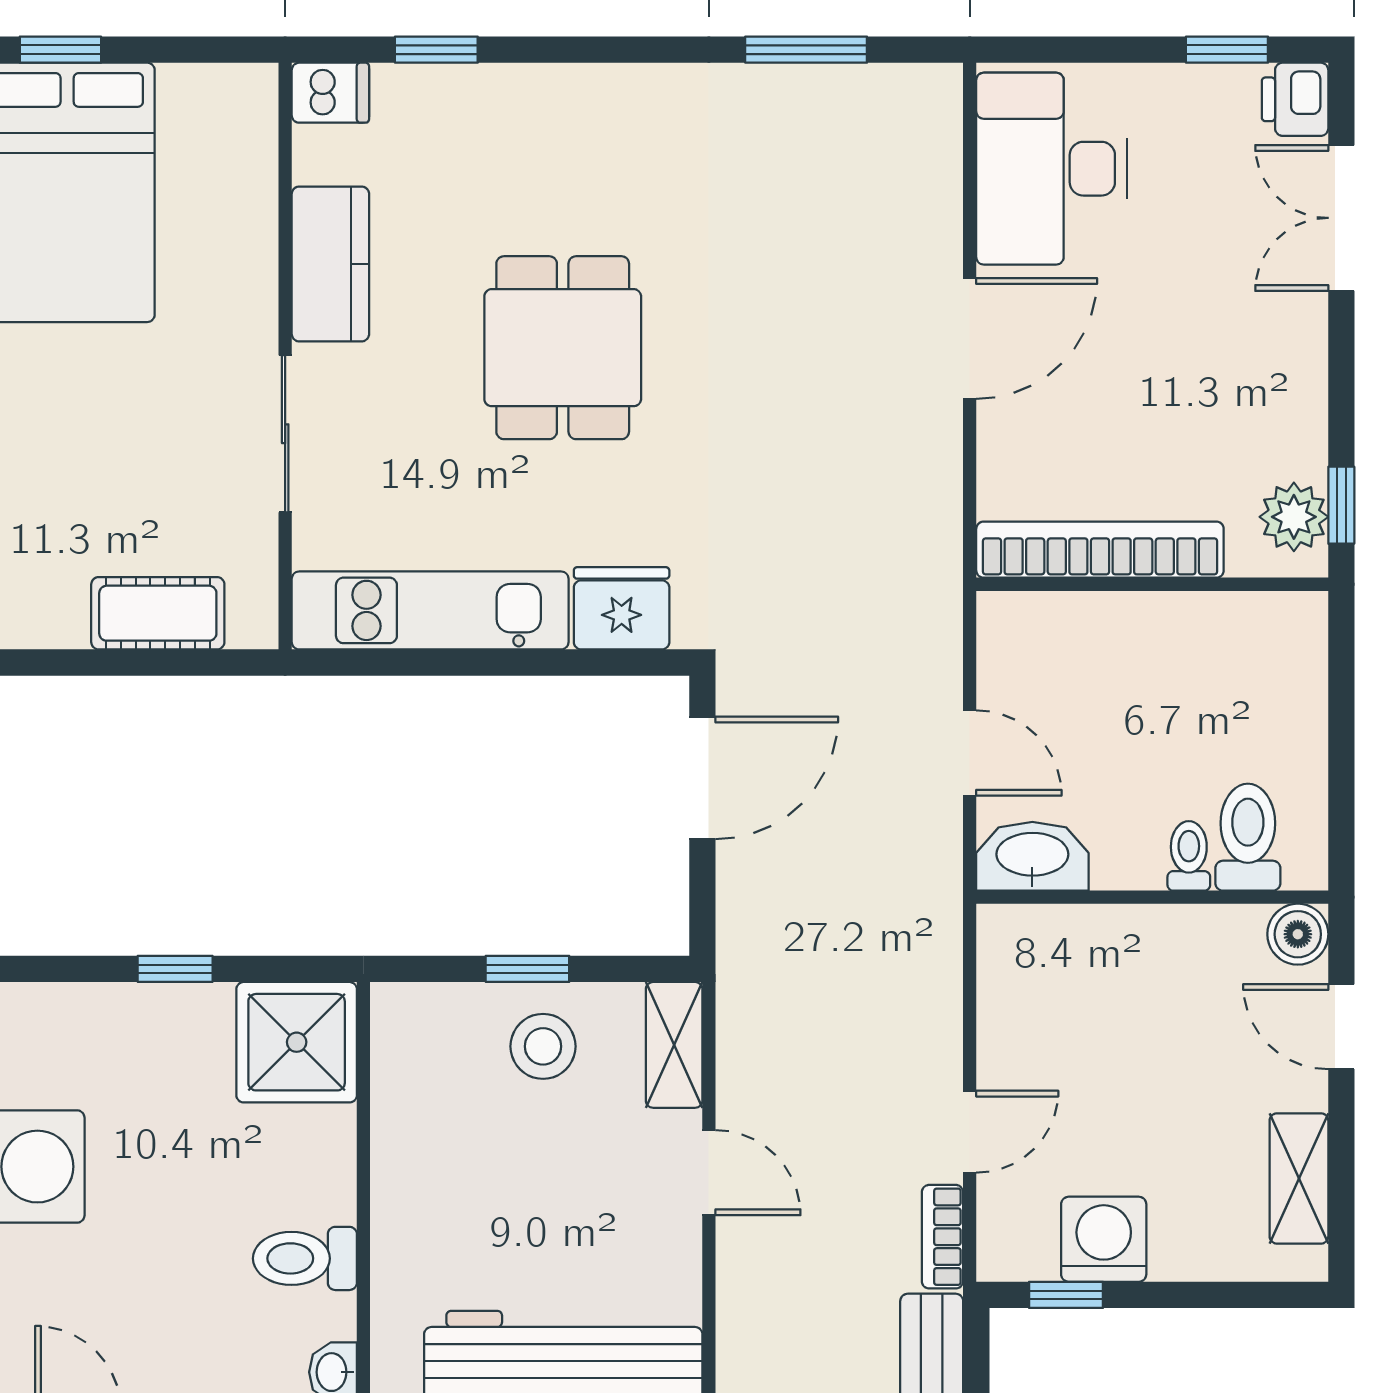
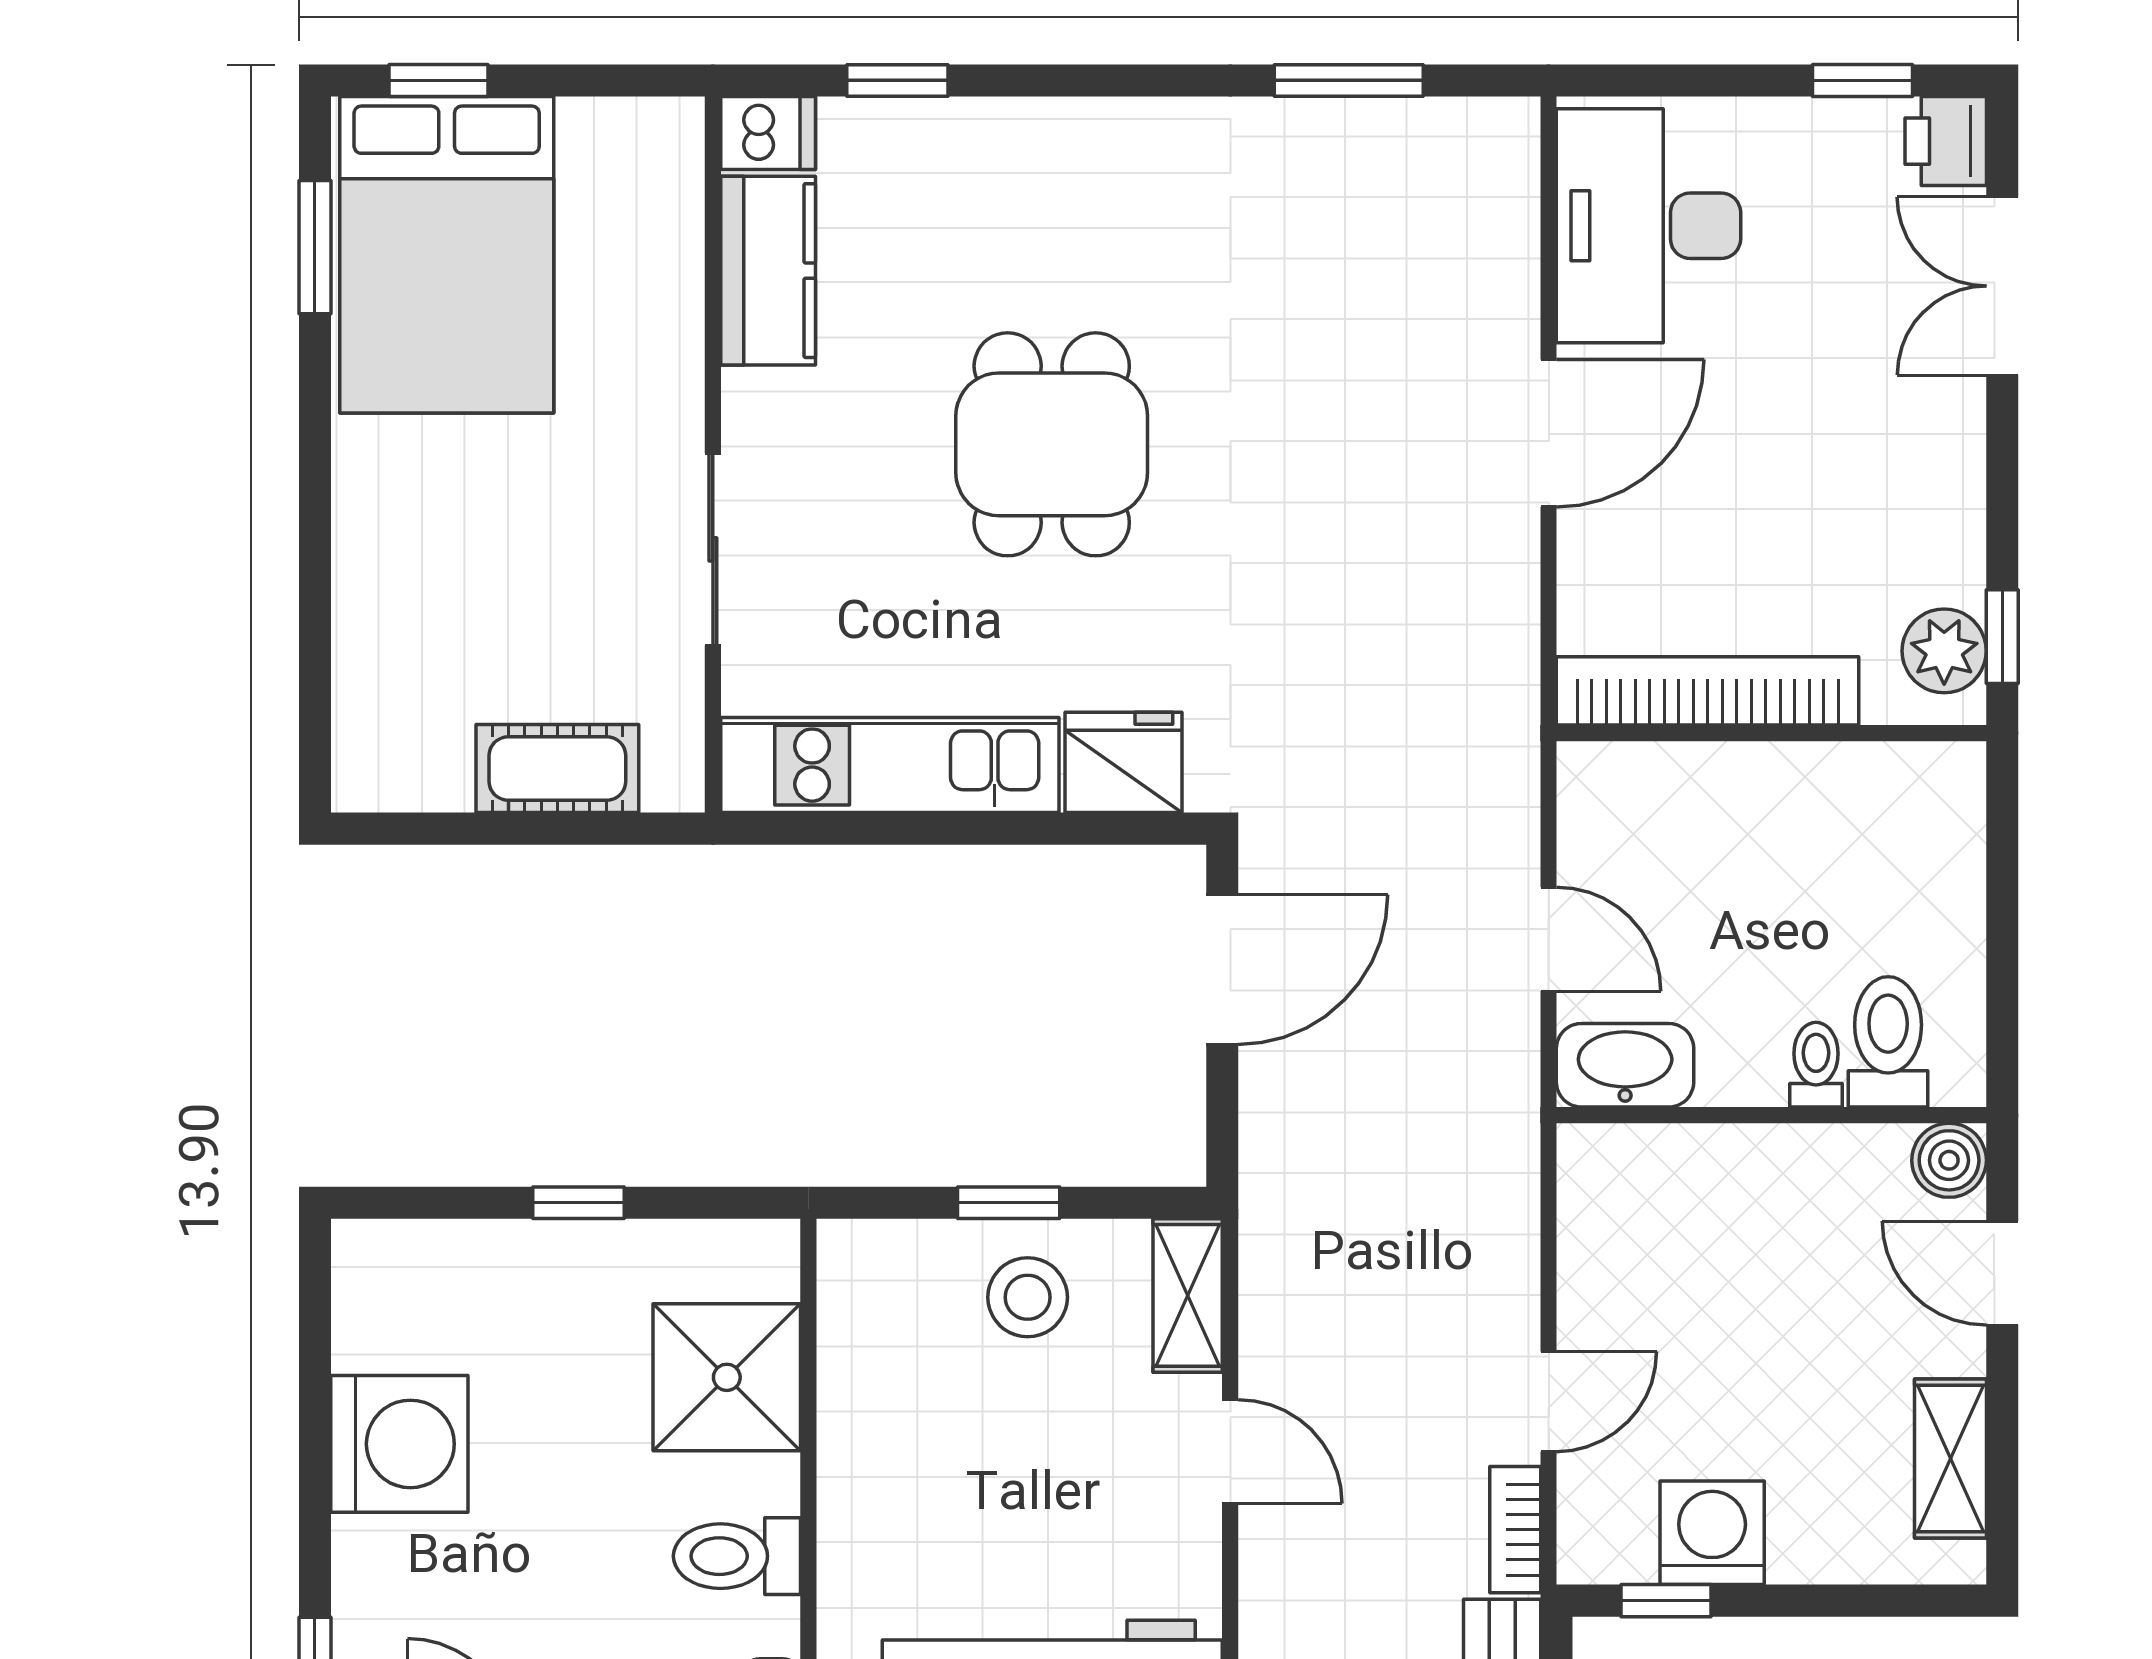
kitchen counter: (330, 264) -> (768, 271), moved
shower: (297, 1042) -> (727, 1377), moved

